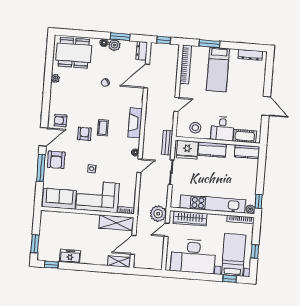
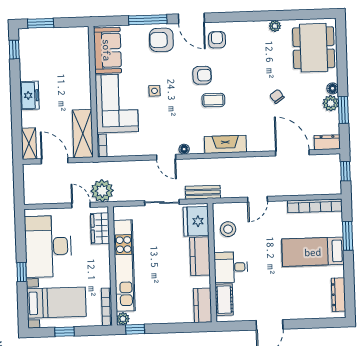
door: (176, 105) -> (257, 199), hinge flipped
wardrobe: (190, 218) -> (100, 228), width x0.67
freezer: (70, 256) -> (29, 95), moved
window: (230, 279) -> (22, 272), moved

